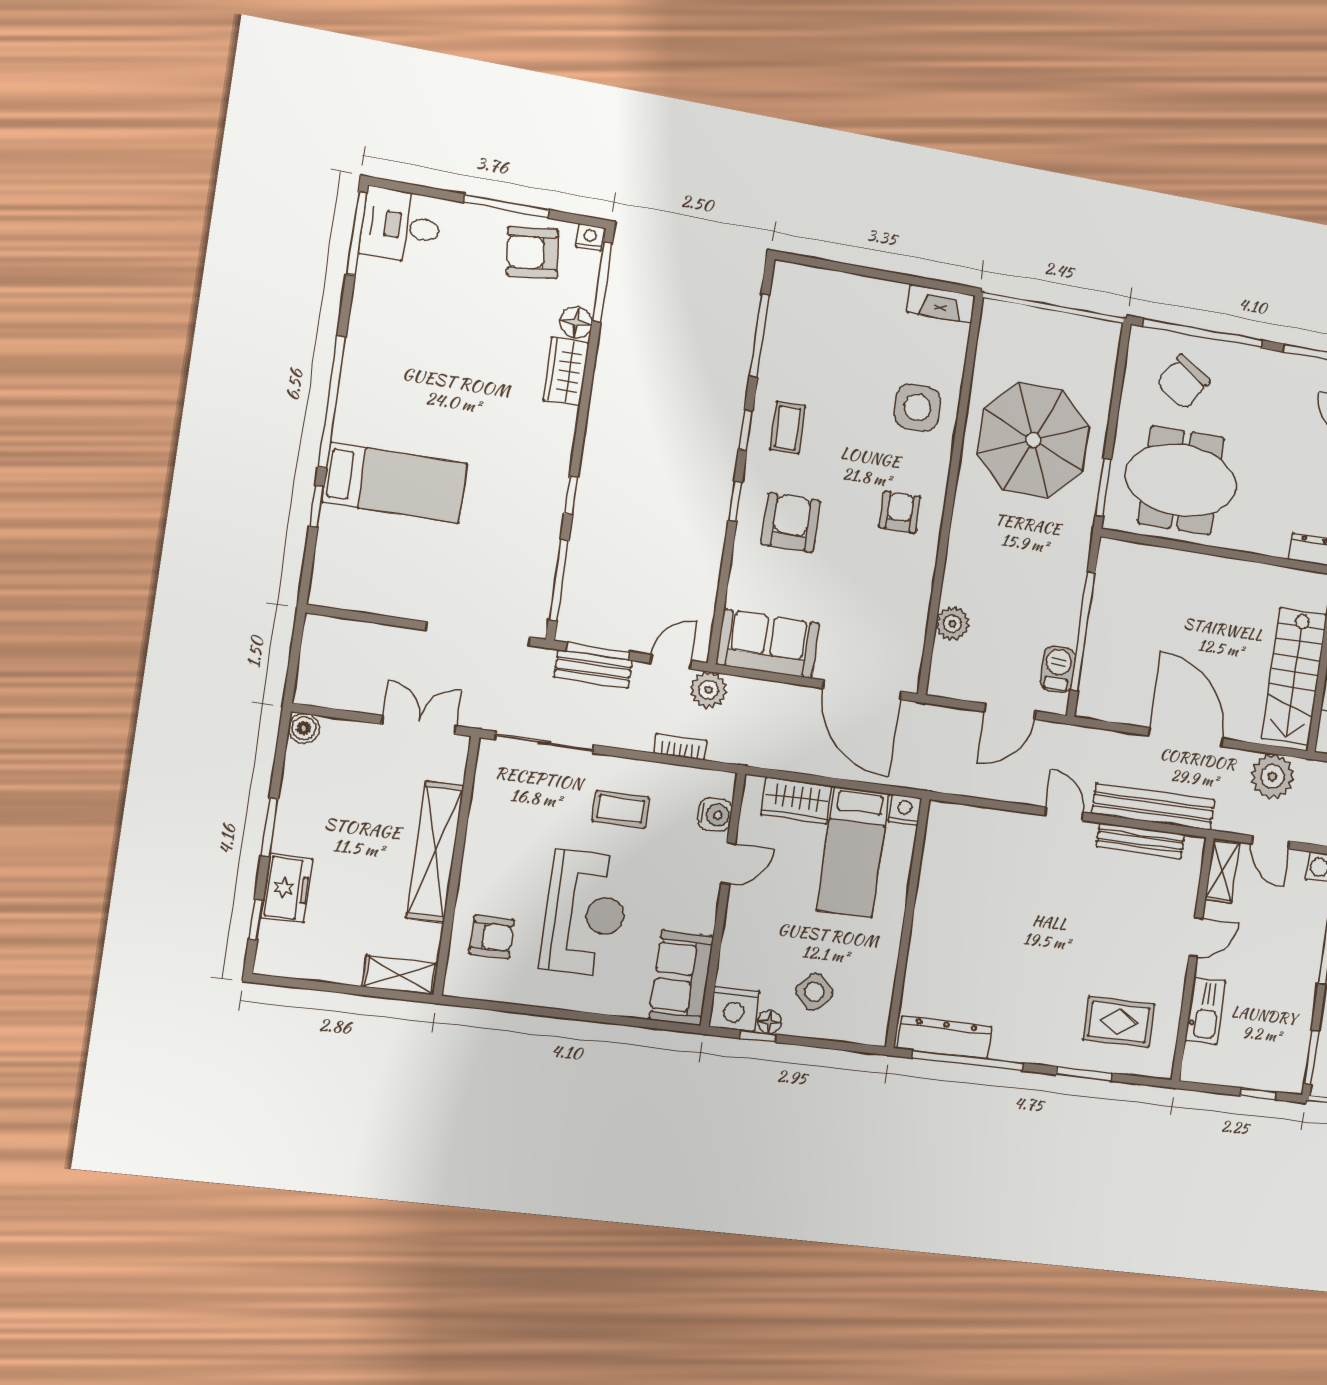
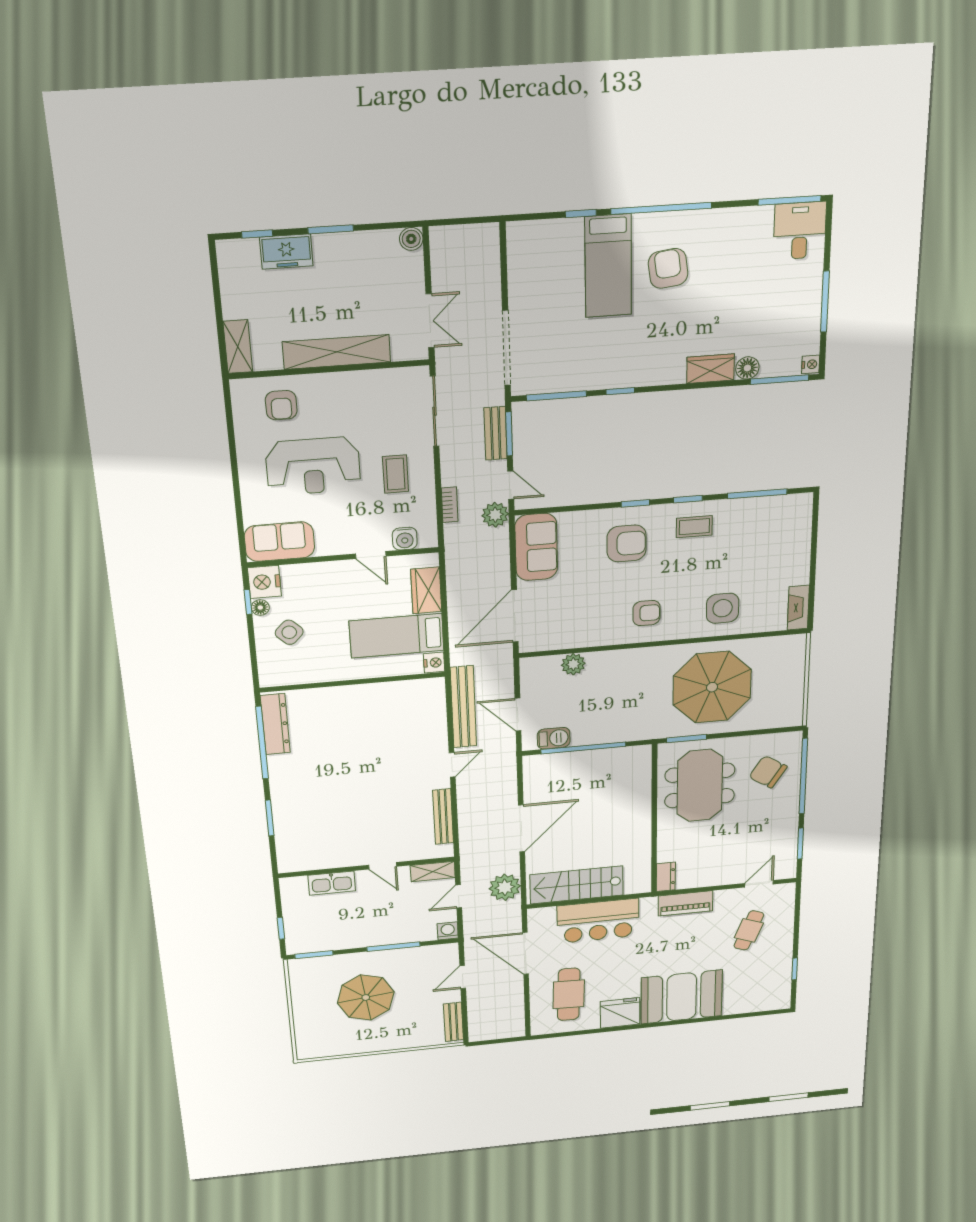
armchair: (532, 252) -> (668, 268), moved
bench: (1153, 807) -> (463, 707), moved
rug: (1119, 1022) -> (312, 832), removed

